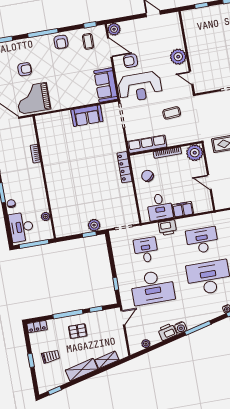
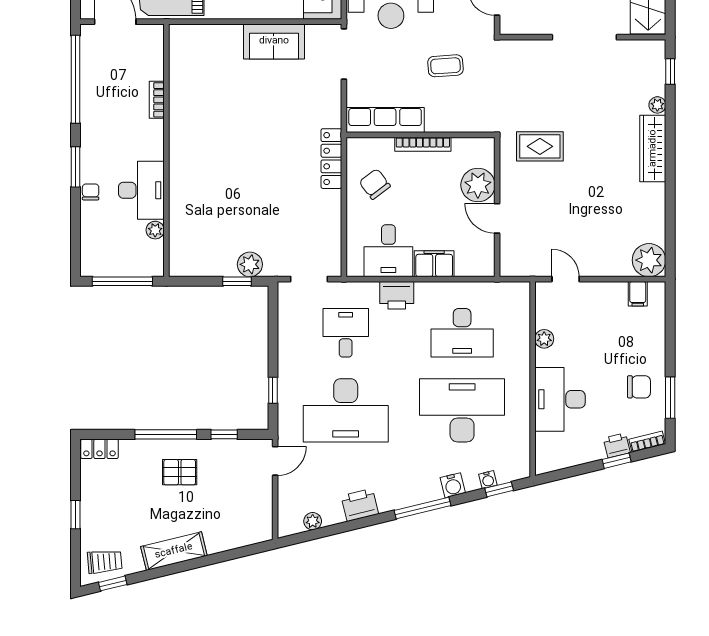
plant: (195, 153) -> (478, 185), moved
desk: (21, 227) -> (141, 190), moved, turned 180
desk: (202, 240) -> (462, 333), turned 180
water cooler: (181, 327) -> (453, 485), moved
trolley: (51, 356) -> (105, 562), moved
shelving: (107, 360) -> (229, 540), removed

